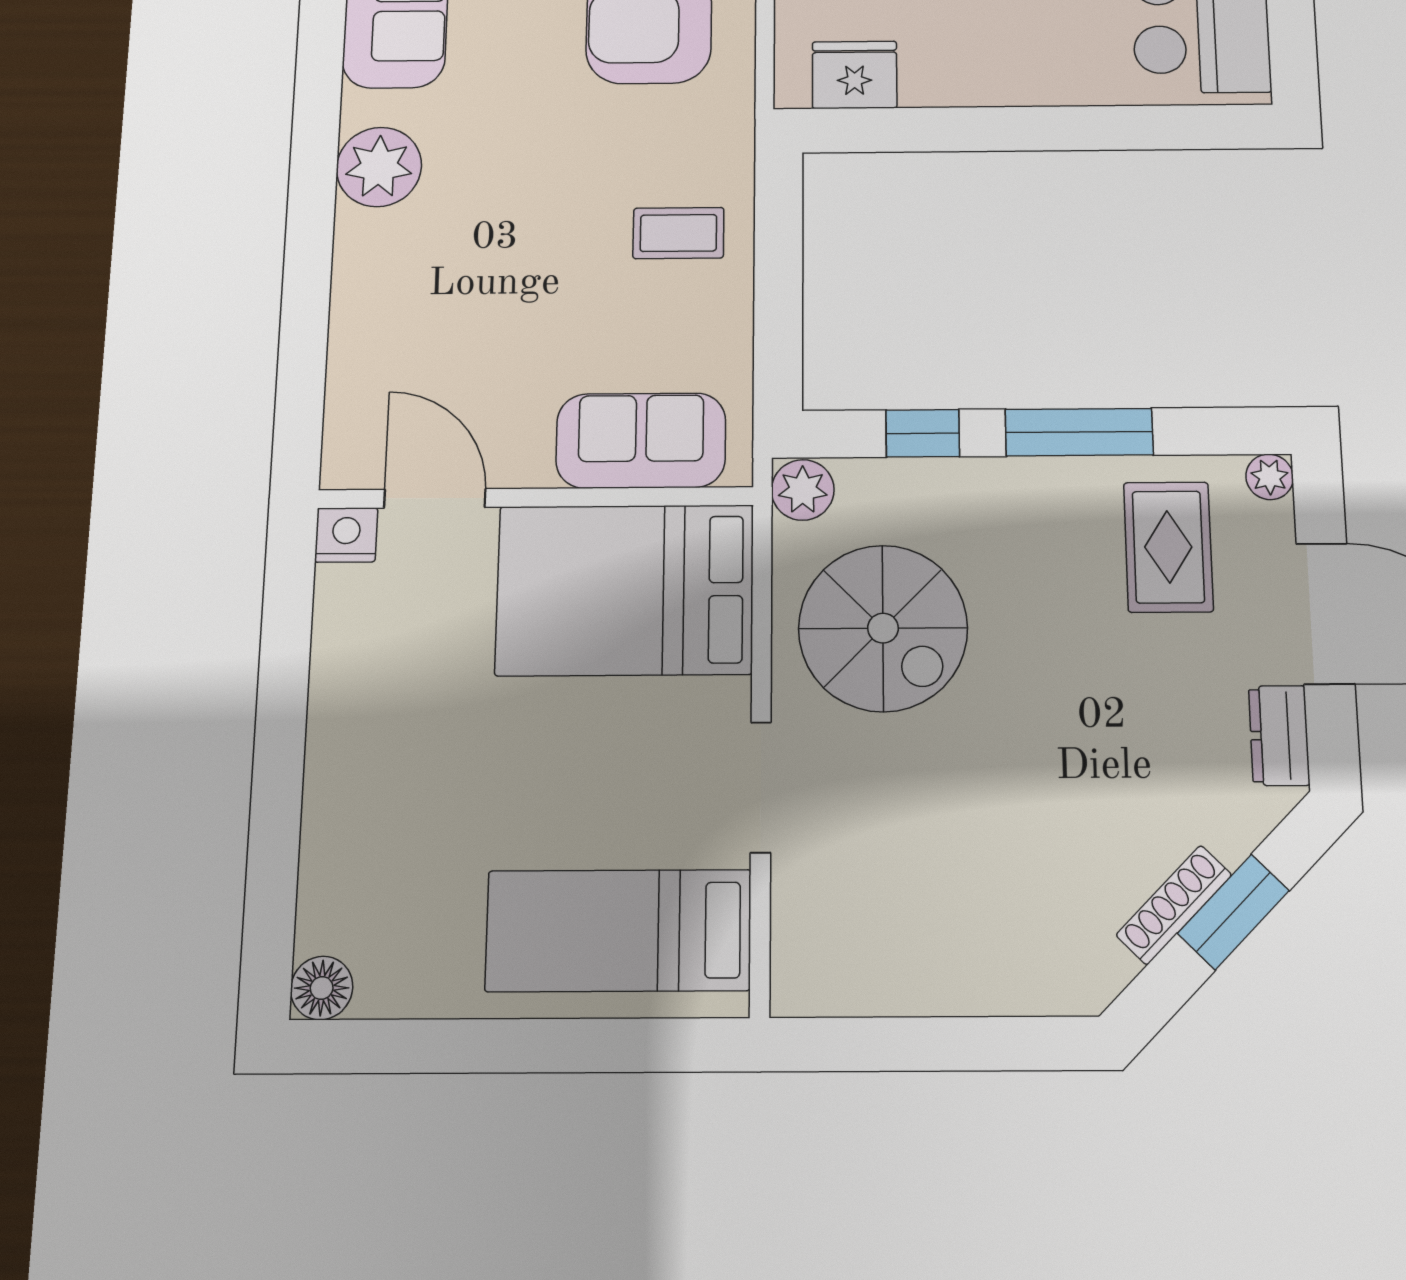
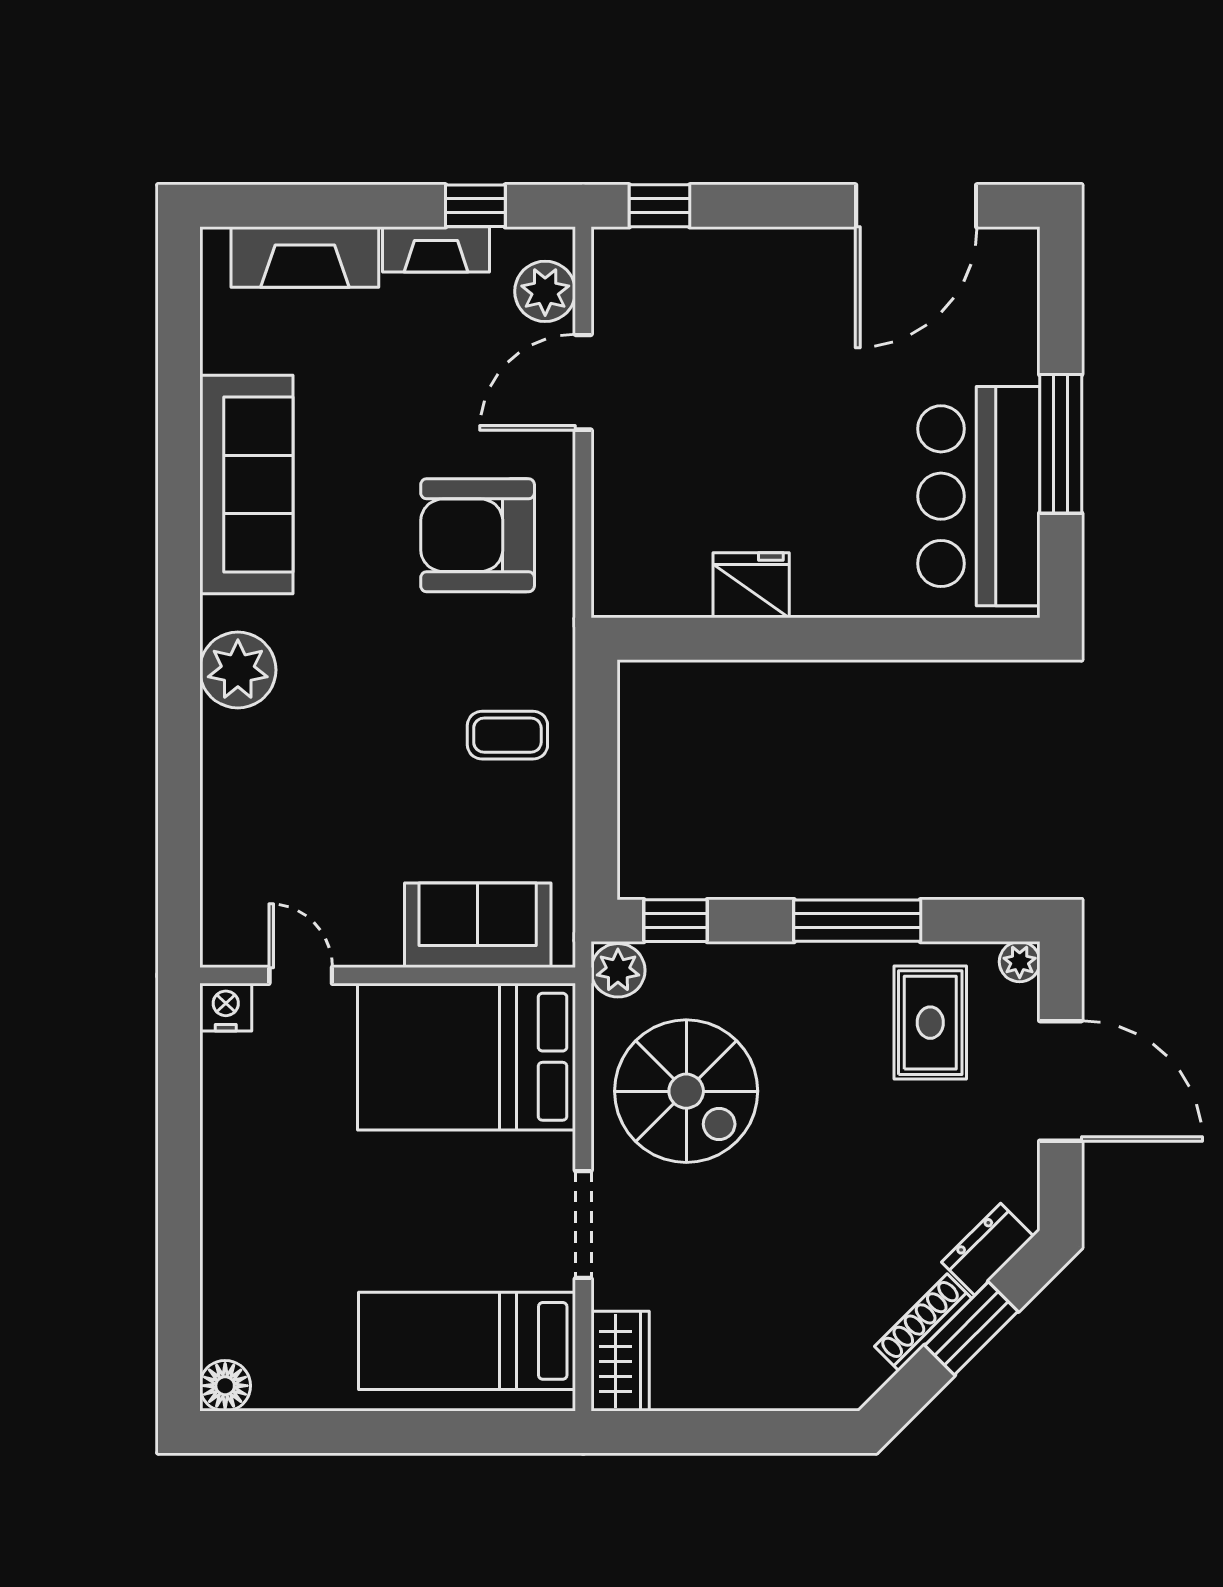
fridge: (855, 75) -> (751, 585), moved
window: (923, 433) -> (676, 921), moved
door: (435, 498) -> (301, 975), width x0.73
dresser: (1279, 735) -> (988, 1249), moved, turned 45
wardrobe: (805, 955) -> (620, 1361), added

